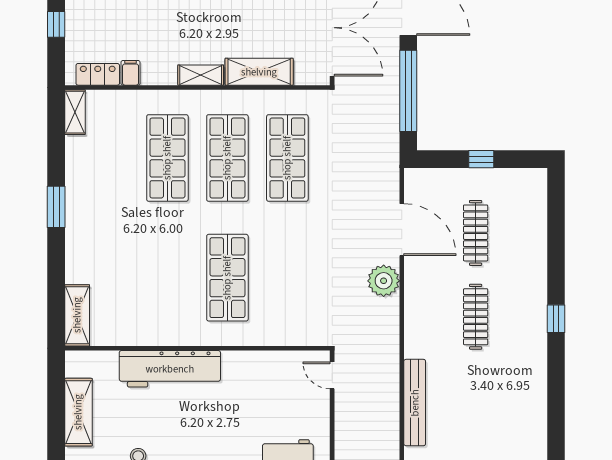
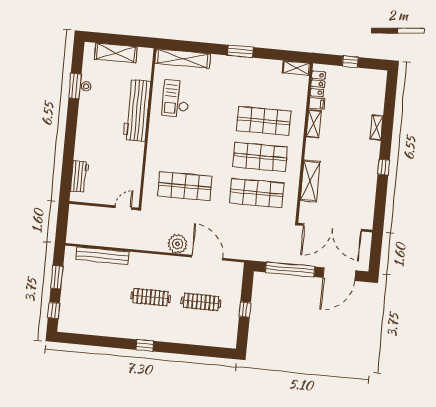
shelving: (201, 75) -> (314, 124), moved
door: (402, 230) -> (207, 258), swing flipped
shop shelf: (227, 278) -> (185, 186), moved
checkout: (144, 306) -> (176, 99), added
shelving: (77, 315) -> (183, 58), width x1.47

